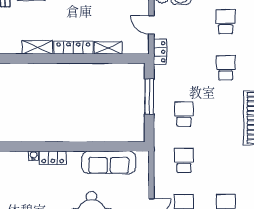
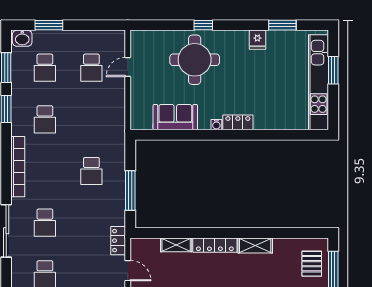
water cooler: (34, 156) -> (216, 125), moved
school desk: (184, 160) -> (45, 119), moved
sofa: (109, 162) -> (175, 117), width x0.73

